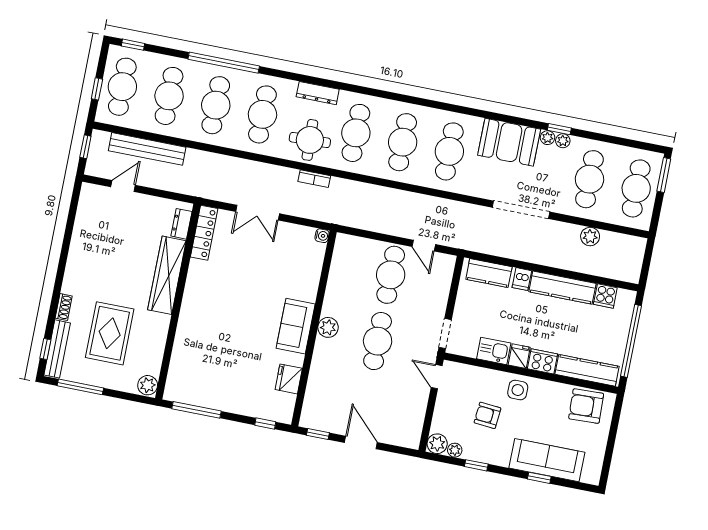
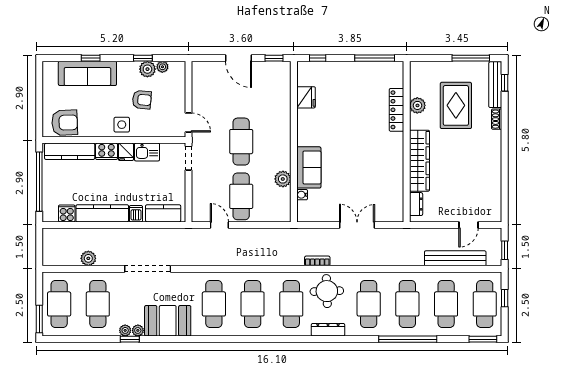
window: (133, 45) -> (483, 339), width x1.50
locker: (204, 233) -> (397, 110), moved
water cooler: (322, 236) -> (302, 195), moved
sofa: (296, 326) -> (309, 167), moved
plant: (328, 327) -> (283, 179), moved
plant: (148, 385) -> (417, 105), moved
plant: (437, 444) -> (147, 69), moved

